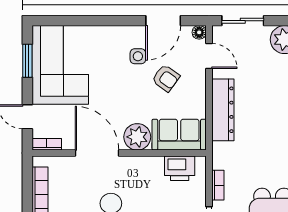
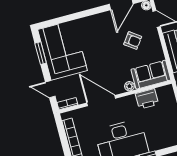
side table: (138, 56) -> (111, 31), removed
plant: (137, 137) -> (129, 86), width x0.53, depth x0.53
printer: (180, 168) -> (147, 99), moved

